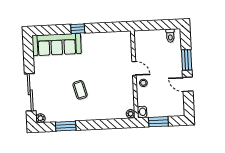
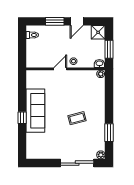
sofa: (57, 44) -> (35, 111), moved
shower: (177, 109) -> (98, 32), added

